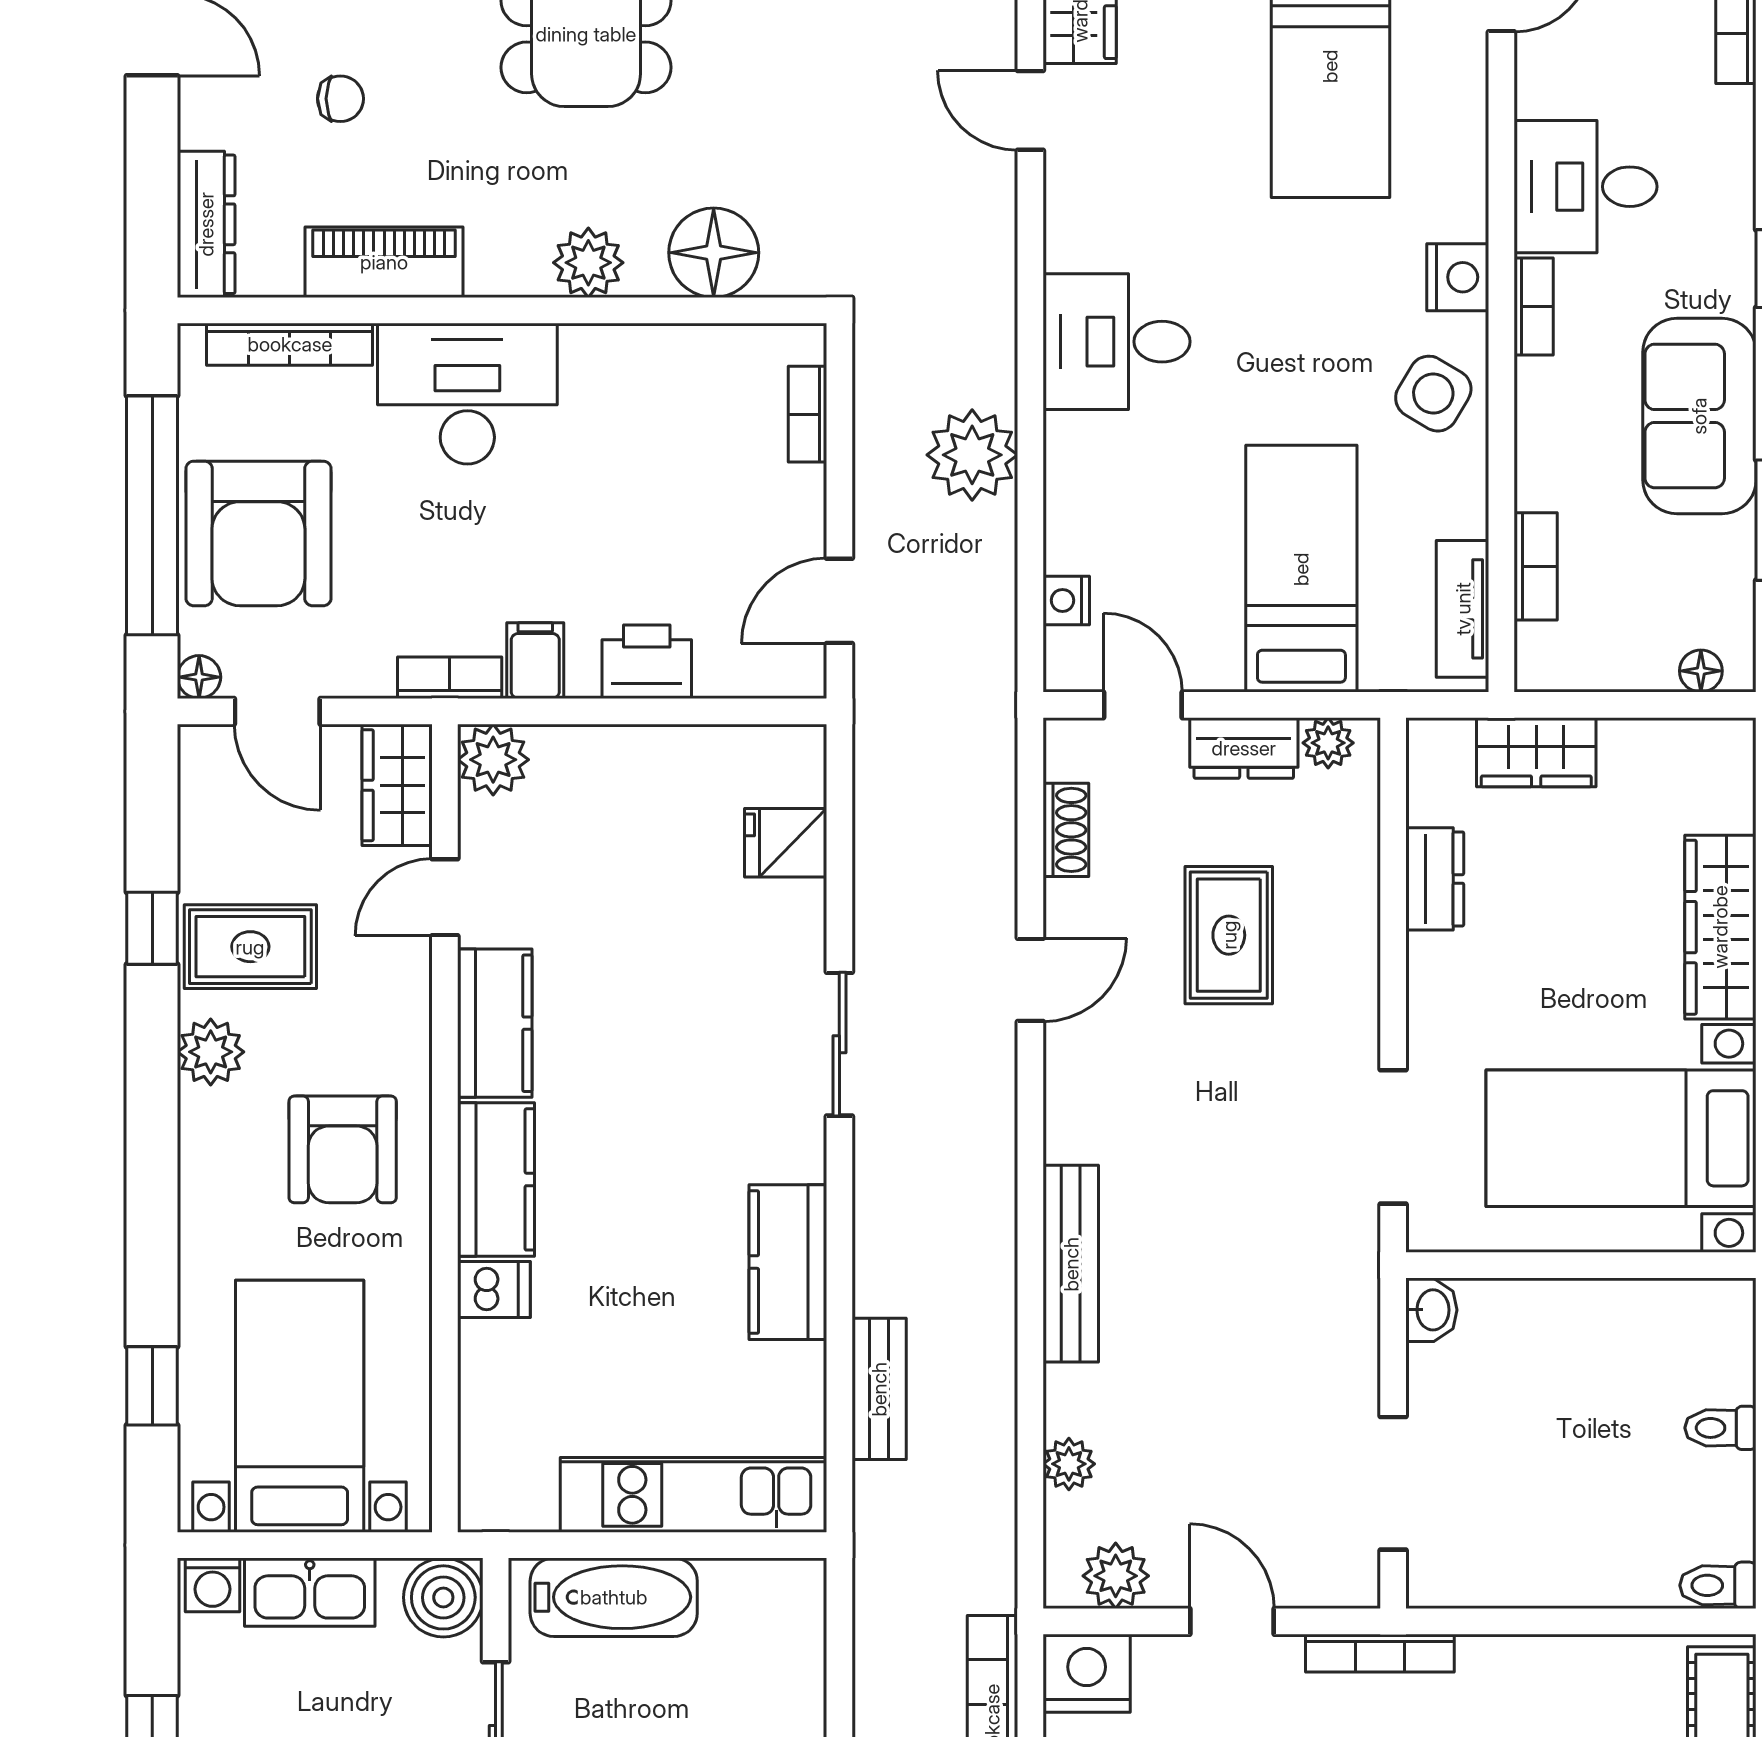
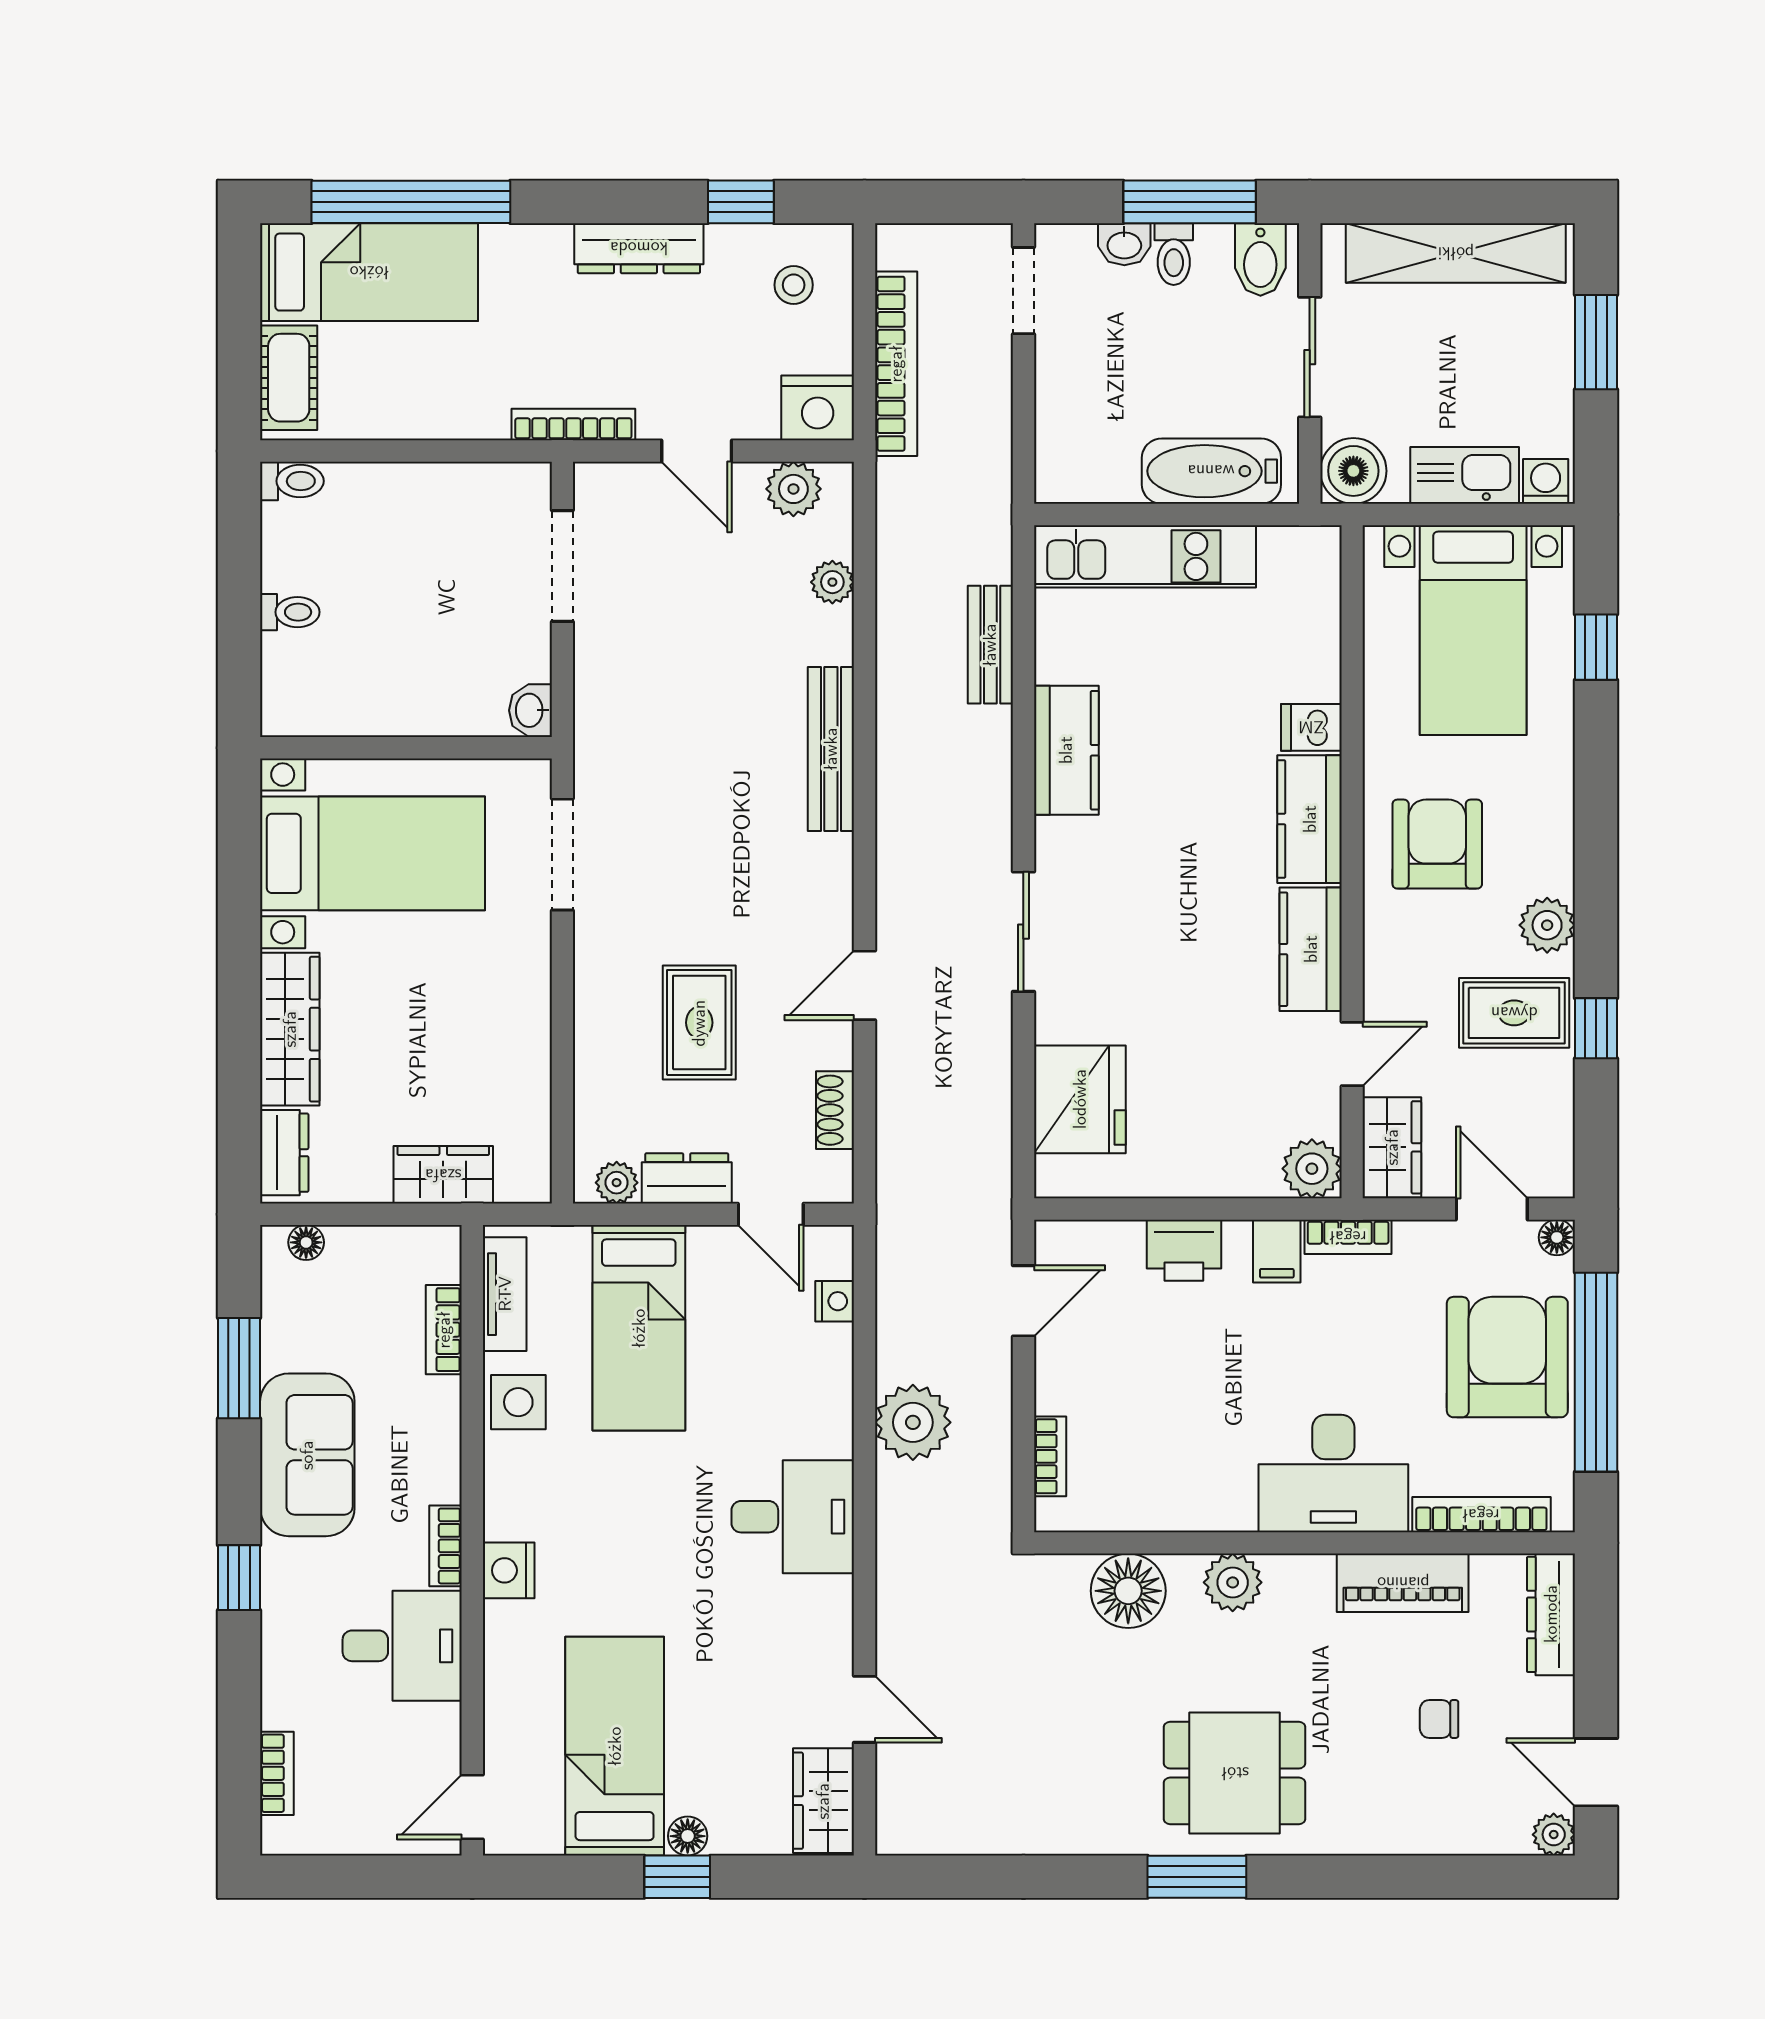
side table: (1433, 394) -> (518, 1402), moved, turned -31
fridge: (786, 843) -> (1080, 1099), width x1.88, depth x1.34
dresser: (1435, 879) -> (284, 1153), moved, turned 180

